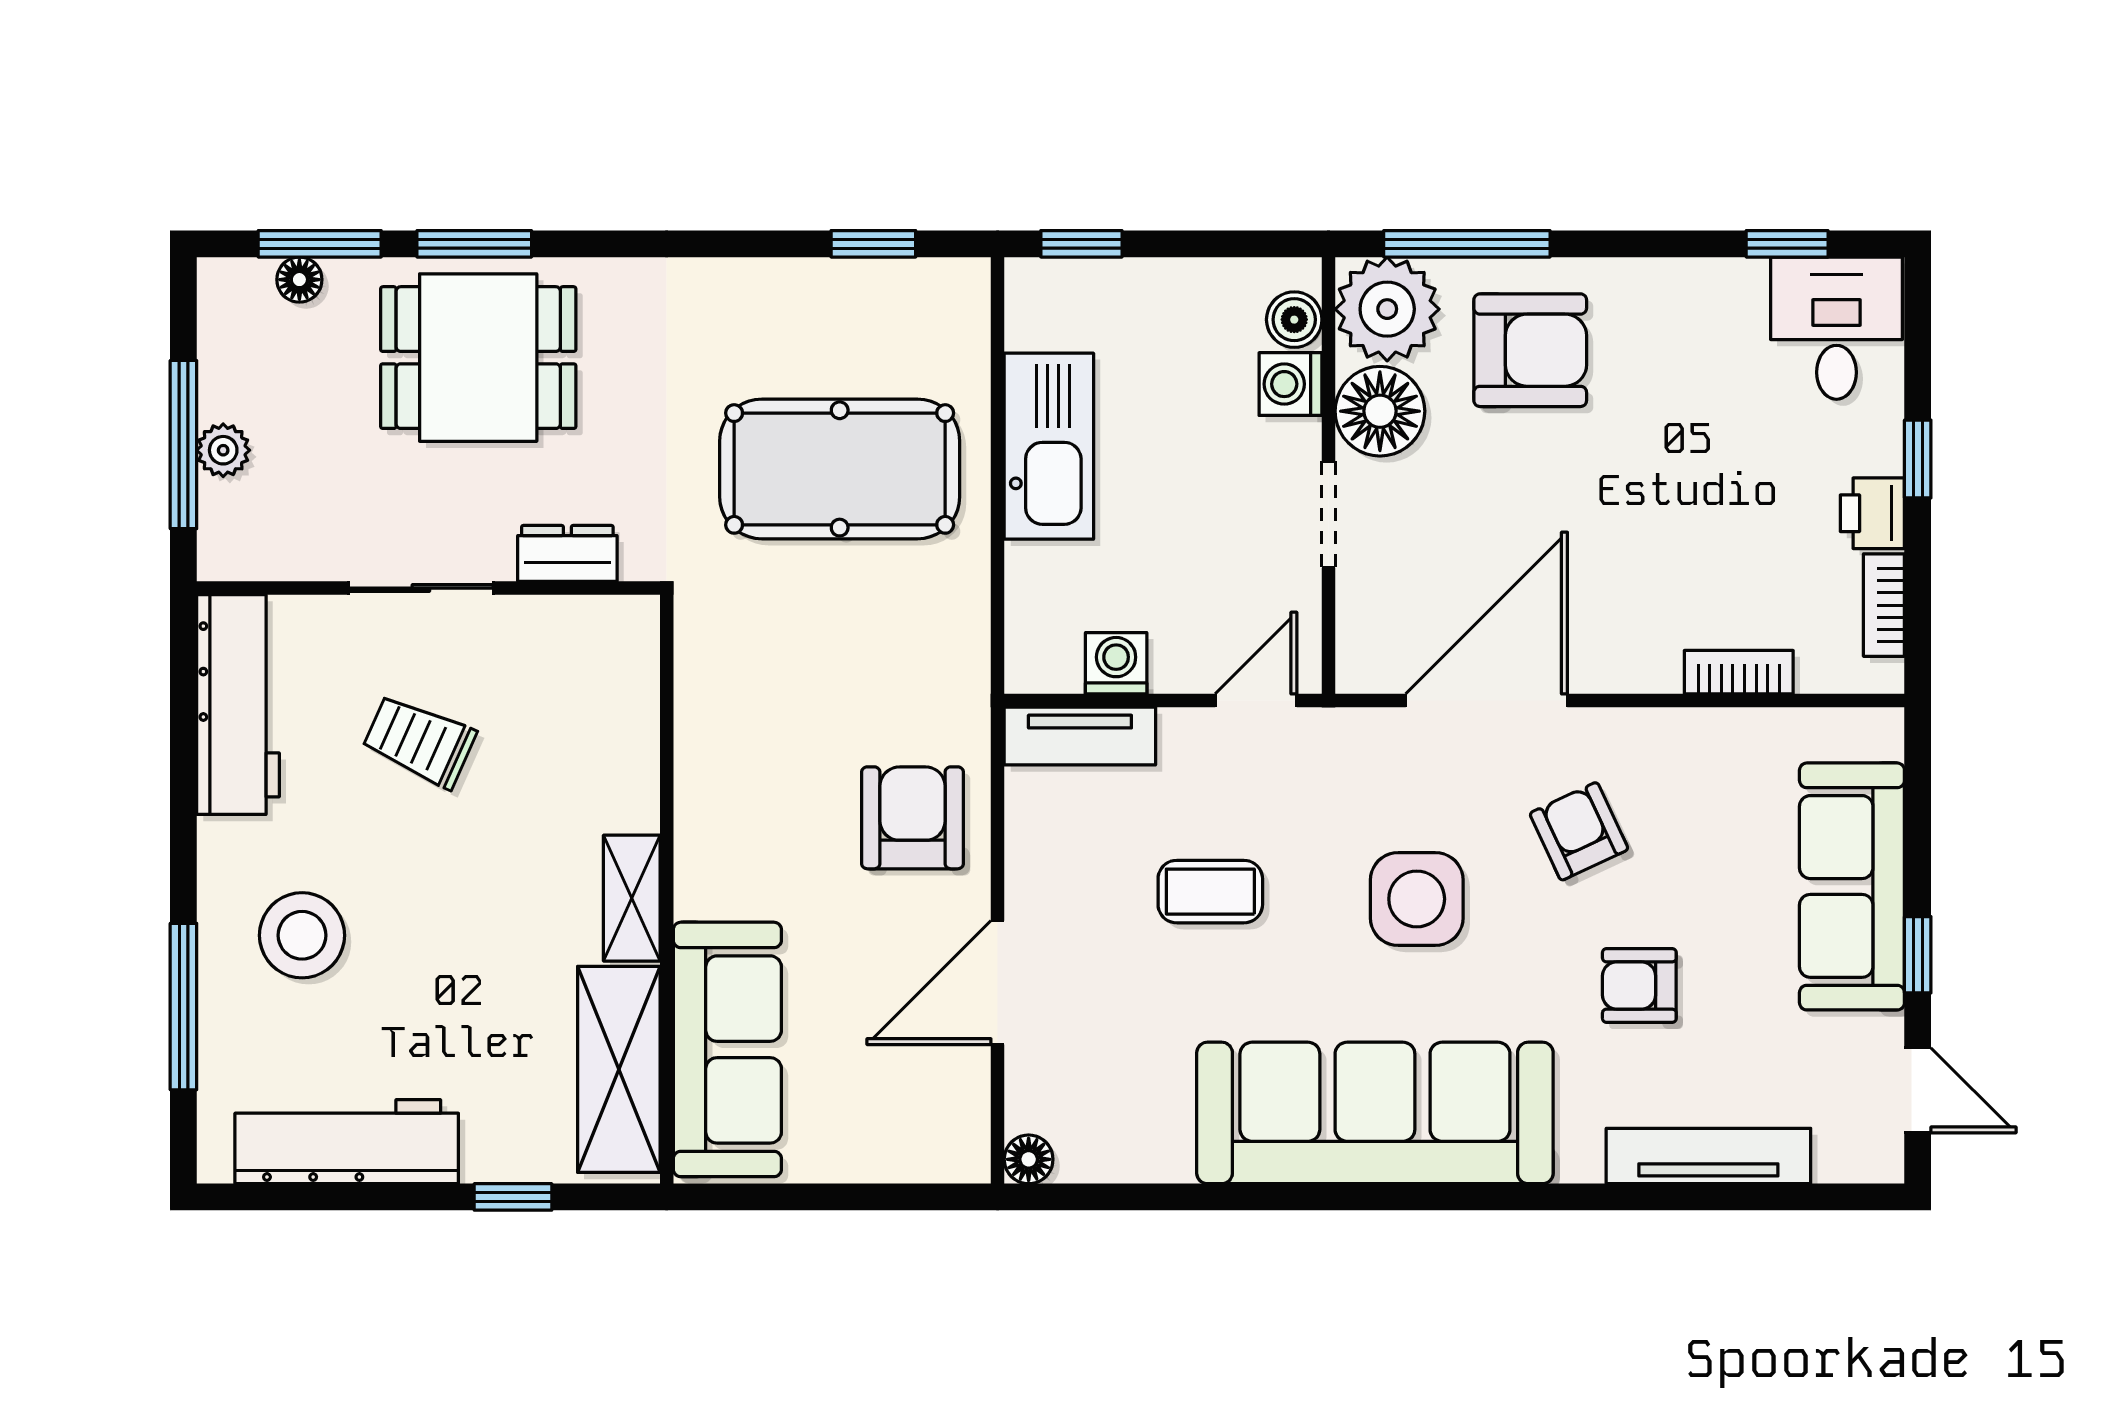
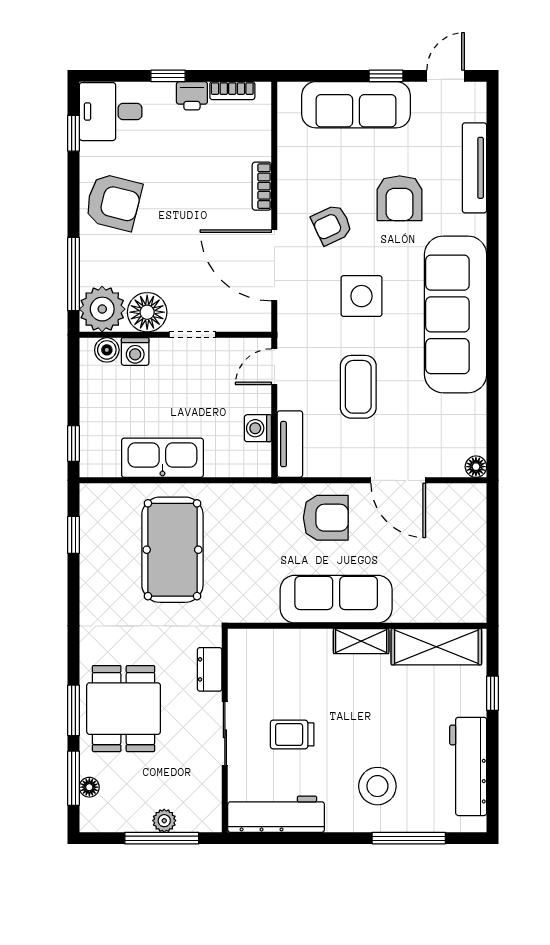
armchair: (1530, 350) -> (113, 202), moved, turned 104
bookcase: (1739, 672) -> (262, 186), moved
door: (1256, 701) -> (274, 367), hinge flipped
trolley: (419, 741) -> (292, 734), turned 66
armchair: (913, 818) -> (326, 518), turned 180
coffee table: (1210, 892) -> (358, 387), width x1.36, depth x1.30
armchair: (1639, 985) -> (400, 198), width x1.38, depth x1.38
sofa: (727, 1049) -> (336, 599), moved

